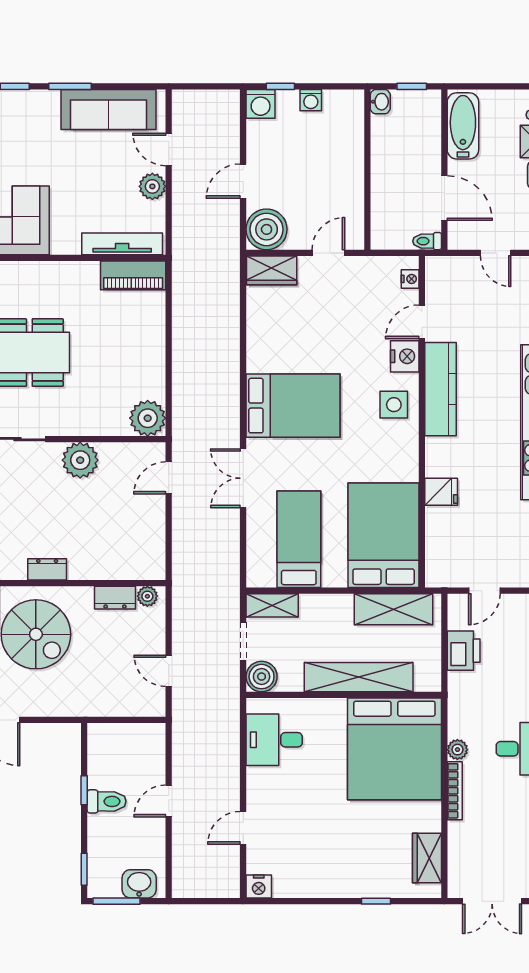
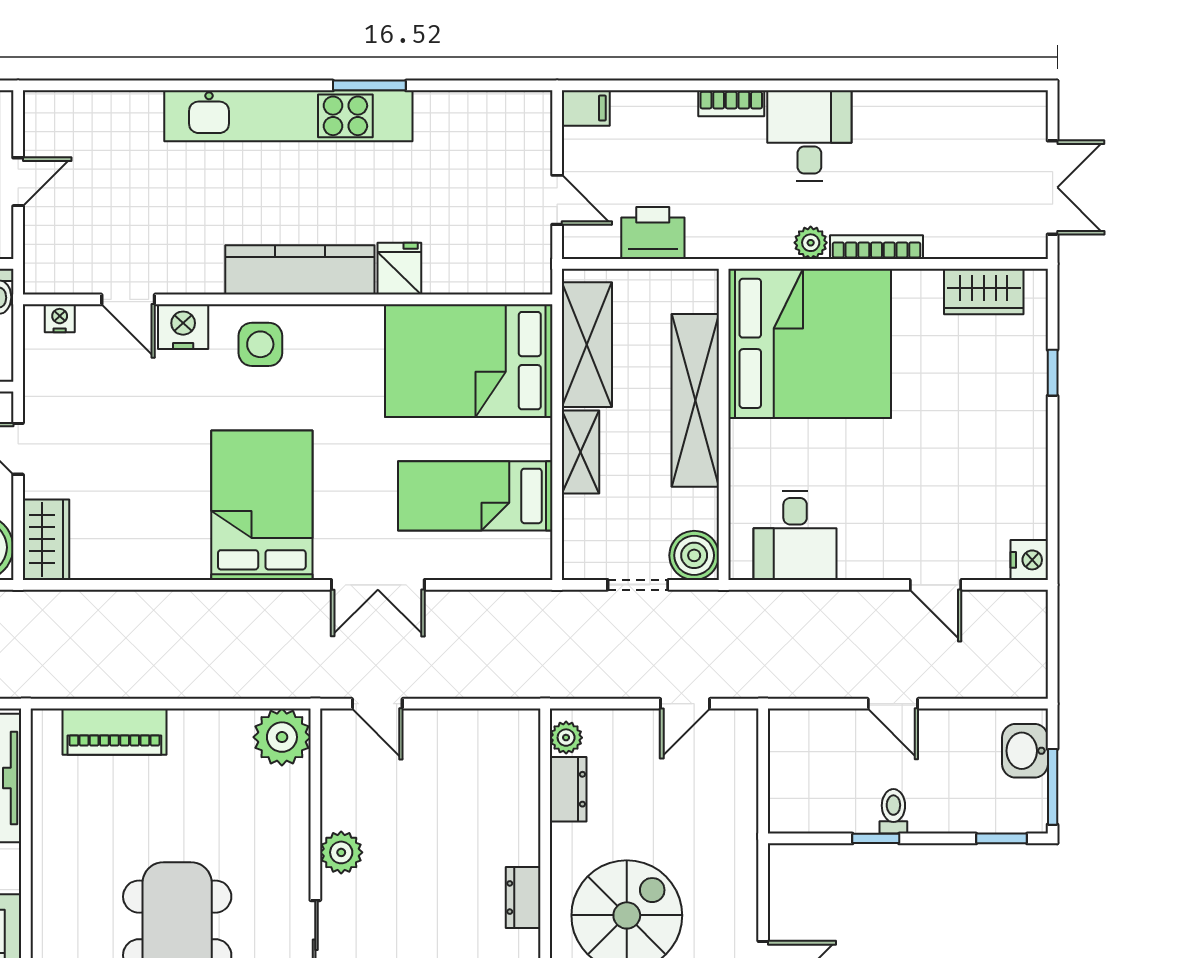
piano: (133, 275) -> (114, 732), moved, turned 90
kitchen counter: (440, 389) -> (300, 270), moved
plant: (80, 460) -> (341, 852), width x0.73, depth x0.73
shelving: (272, 605) -> (581, 452), moved
toilet: (107, 801) -> (893, 811), width x0.73, depth x0.72

